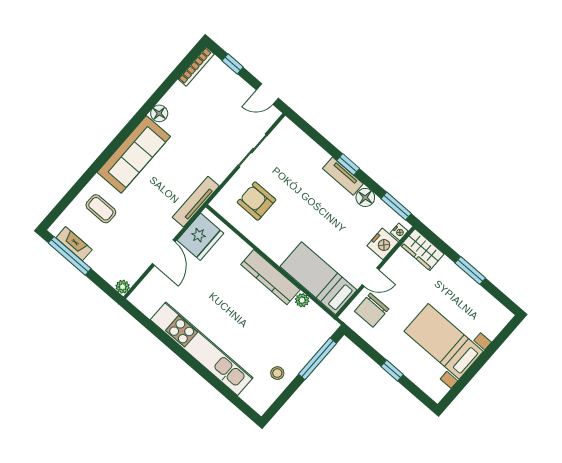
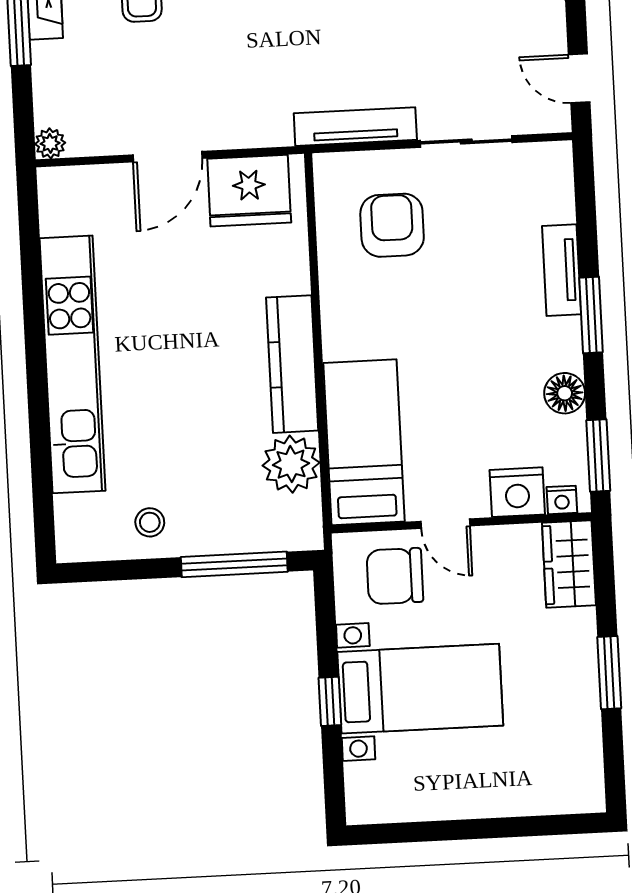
window: (348, 164) -> (591, 315), width x1.50
tv unit: (343, 176) -> (562, 270), moved
tv unit: (196, 202) -> (355, 127), moved
plant: (302, 300) -> (291, 464), width x1.88, depth x1.88
bed with nightstands: (444, 341) -> (420, 689), moved, turned 90

